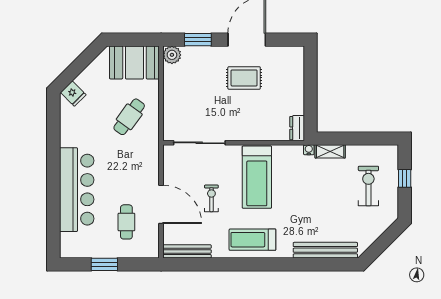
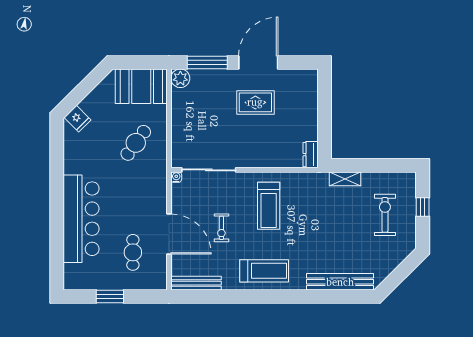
window: (198, 40) -> (207, 63), width x1.44
water cooler: (309, 150) -> (176, 177), moved
treadmill: (257, 177) -> (269, 206), width x0.73, depth x0.73
exercise bike: (211, 198) -> (221, 228), turned 180
treadmill: (252, 240) -> (264, 271), turned 180

